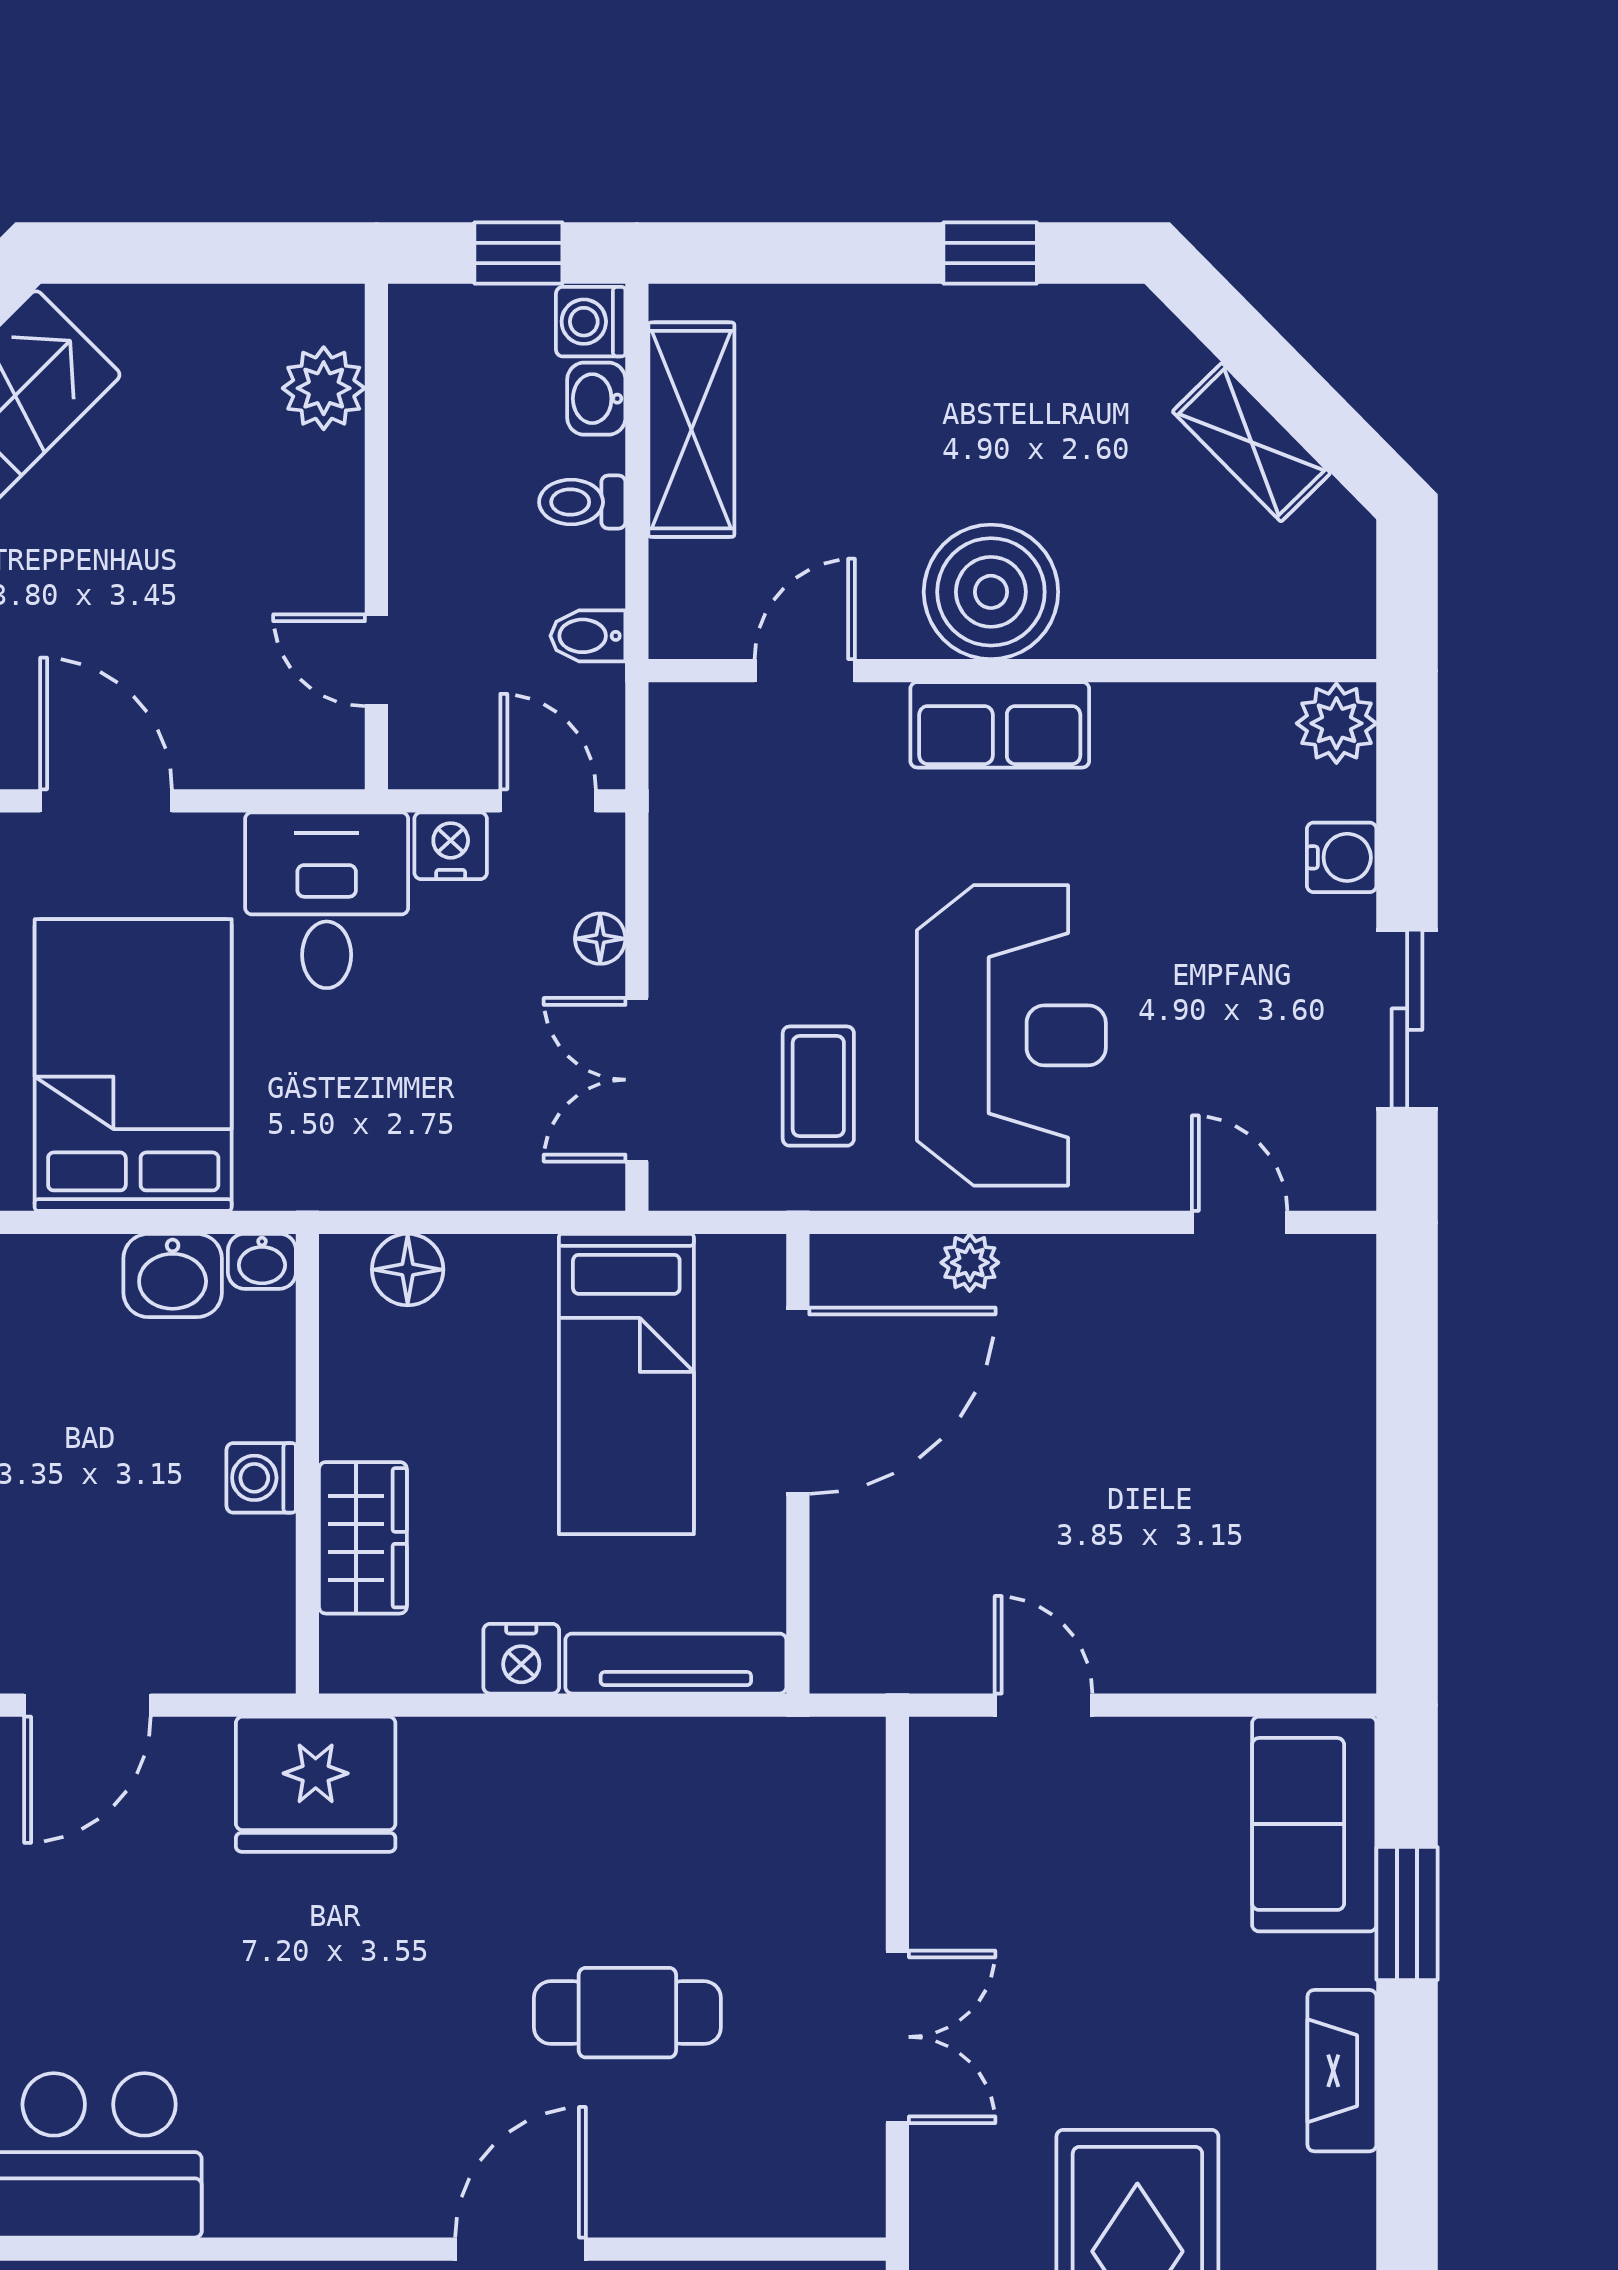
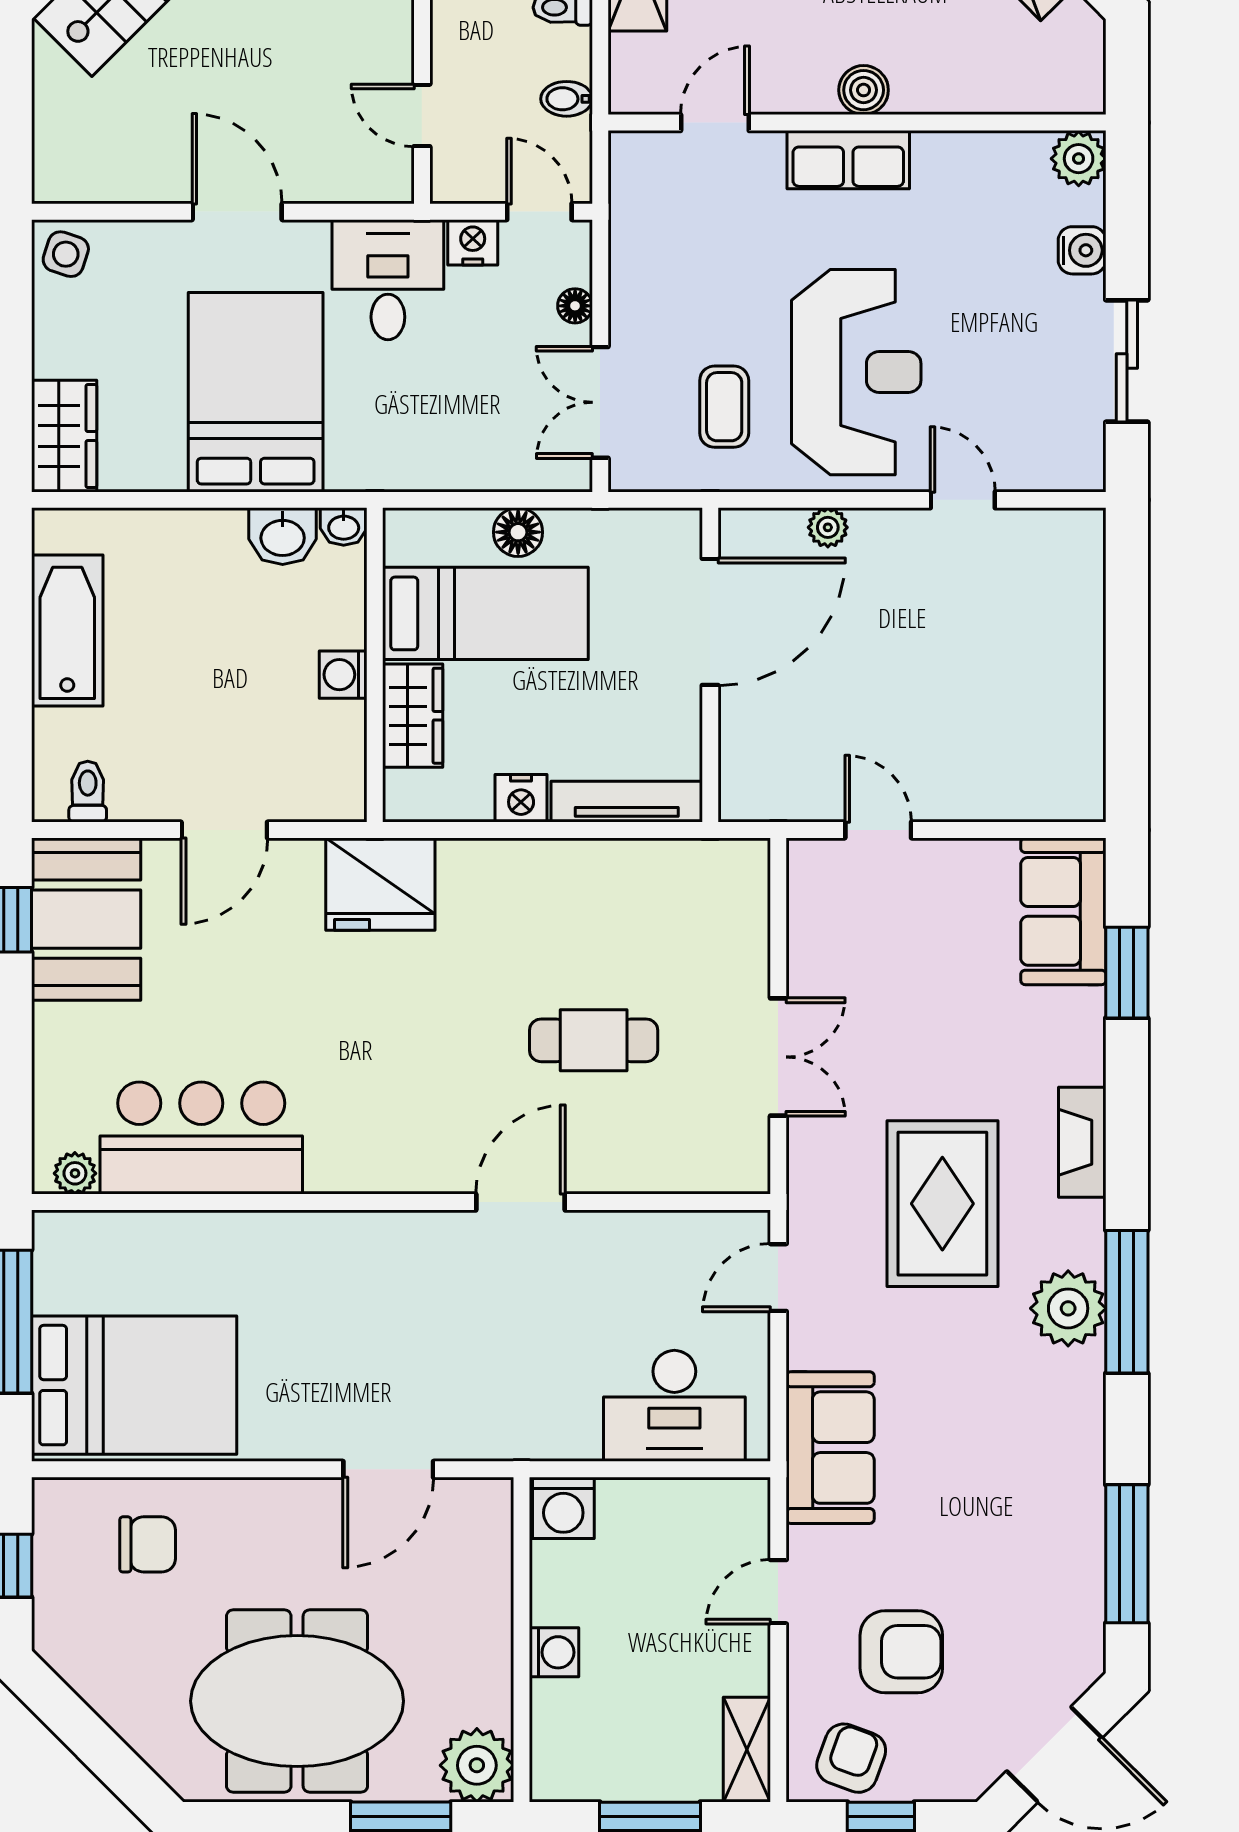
boiler: (991, 592) -> (864, 90), width x0.54, depth x0.54
door: (1240, 1222) -> (963, 500), moved
floor lamp: (408, 1270) -> (518, 532), moved
bed: (626, 1384) -> (485, 613), moved, turned -90
fireplace: (1342, 2071) -> (1082, 1142), moved

